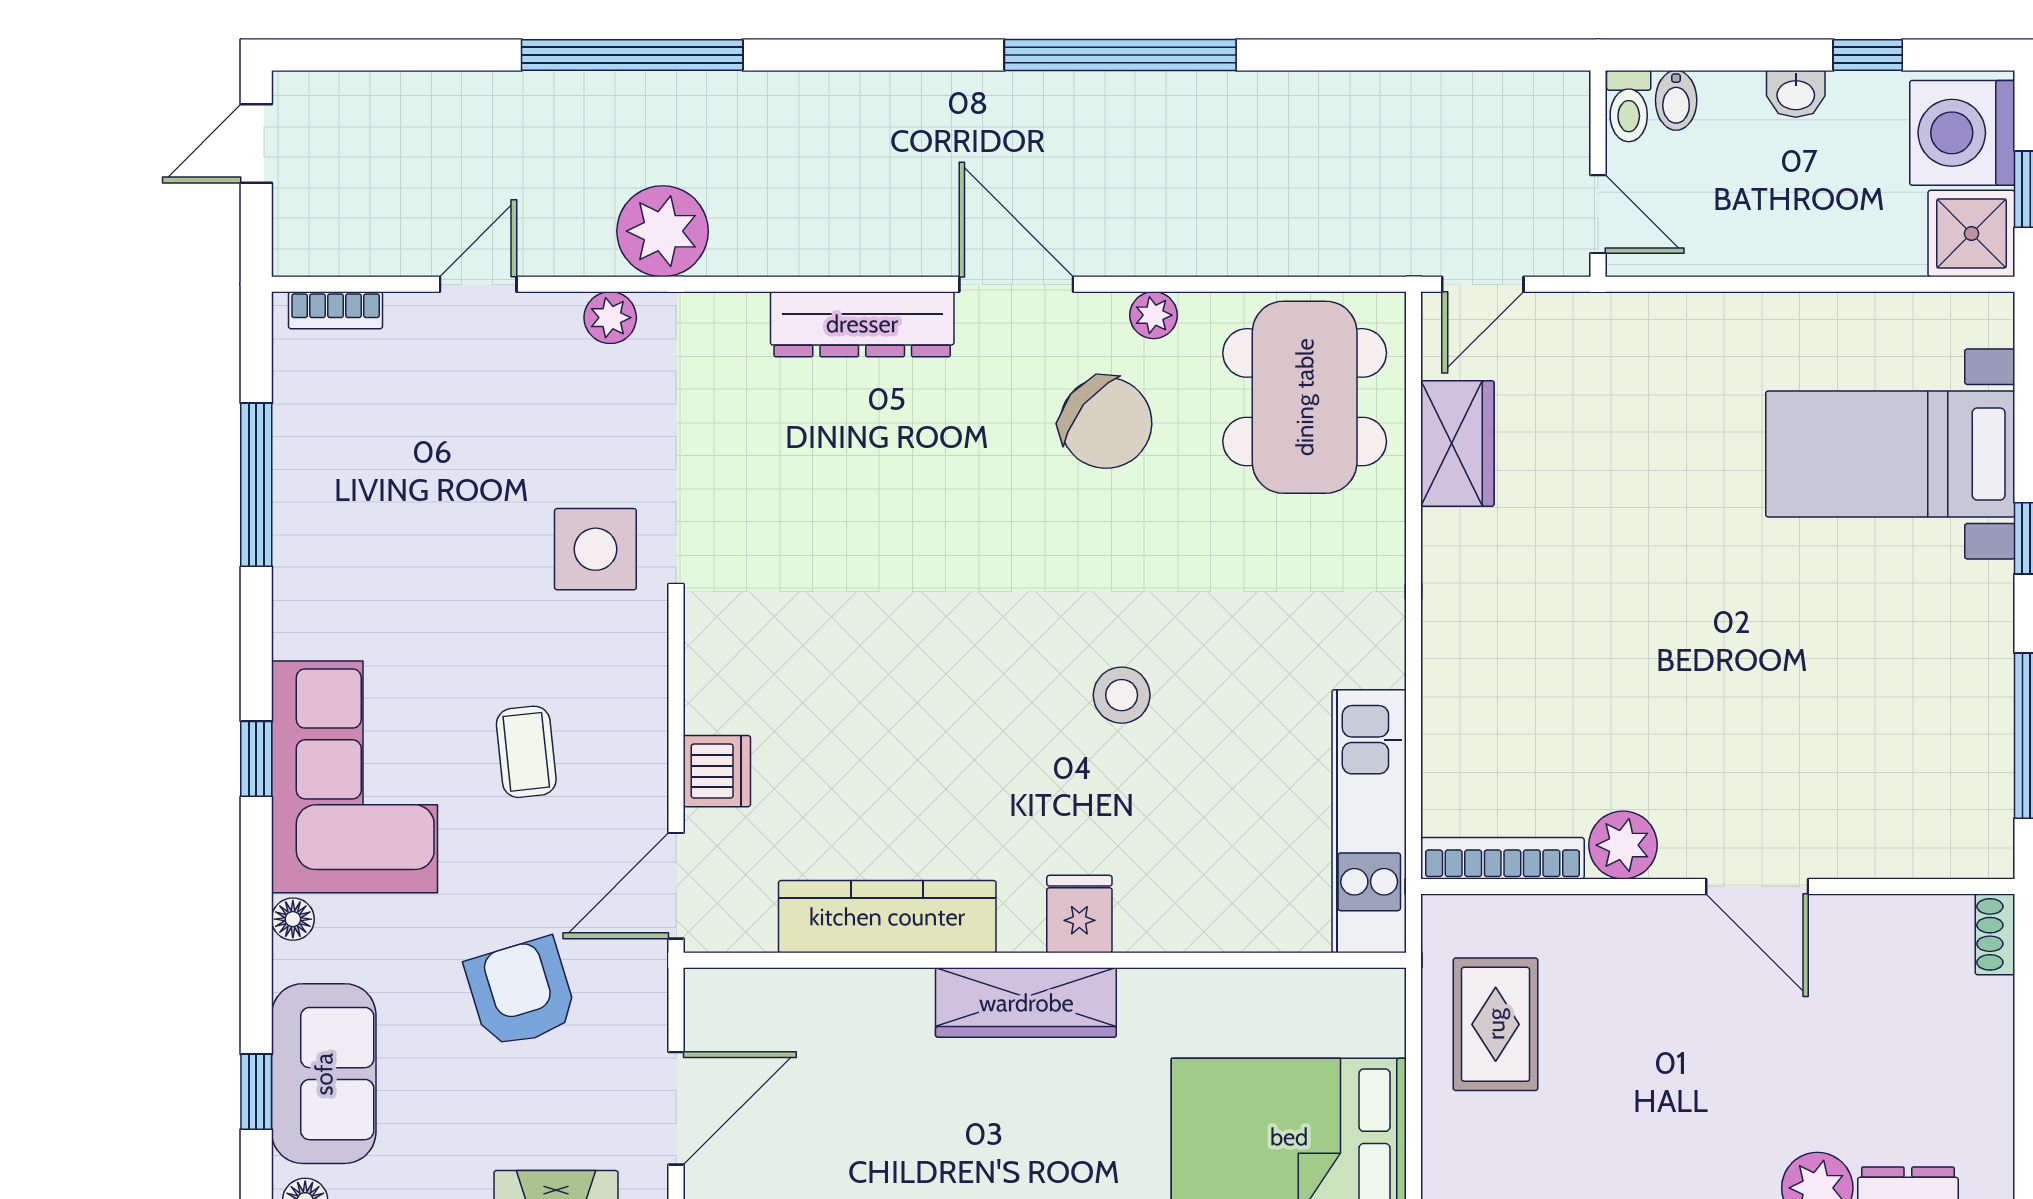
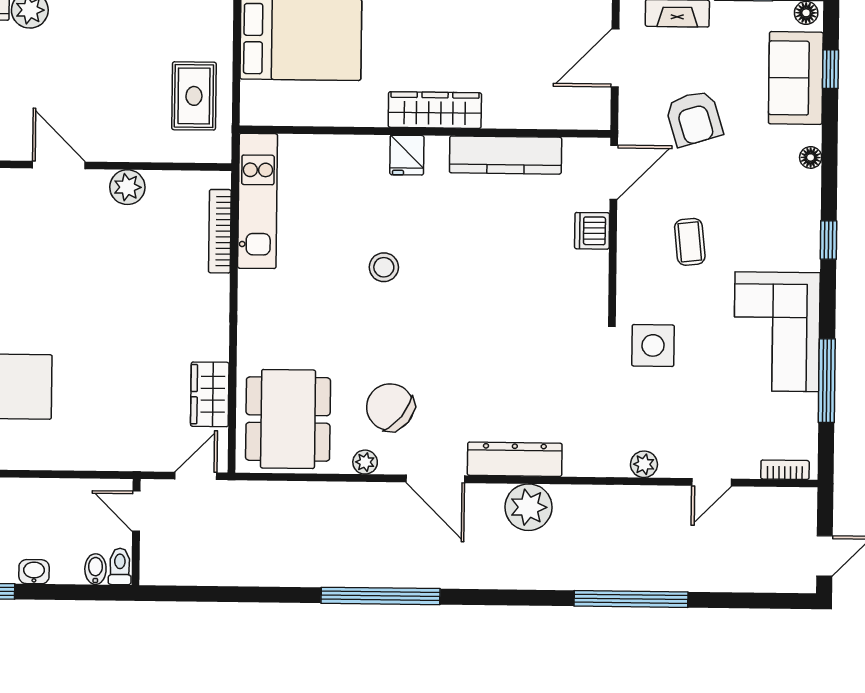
plant: (663, 231) -> (528, 507), moved
corner sofa: (354, 777) -> (777, 332), moved
bookcase: (1503, 858) -> (220, 231), moved, turned 90

